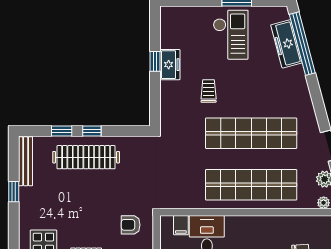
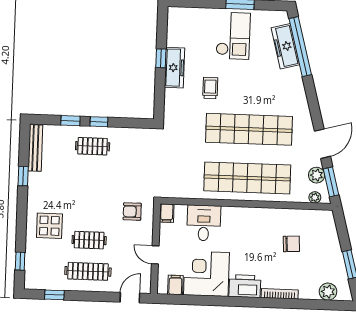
freezer: (170, 65) -> (175, 68), width x1.40
clothes rail: (86, 157) -> (93, 146), width x0.54, depth x0.76
filing cabinet: (181, 225) -> (167, 213), moved

